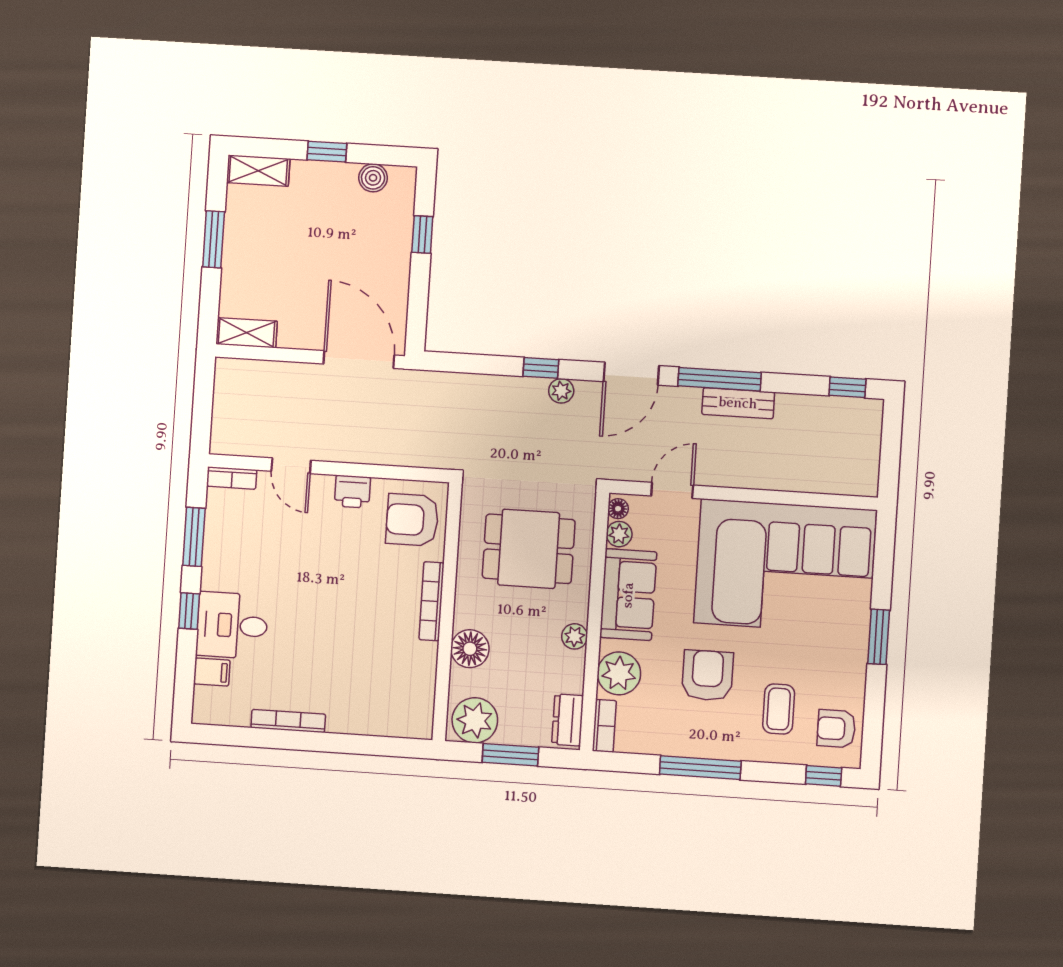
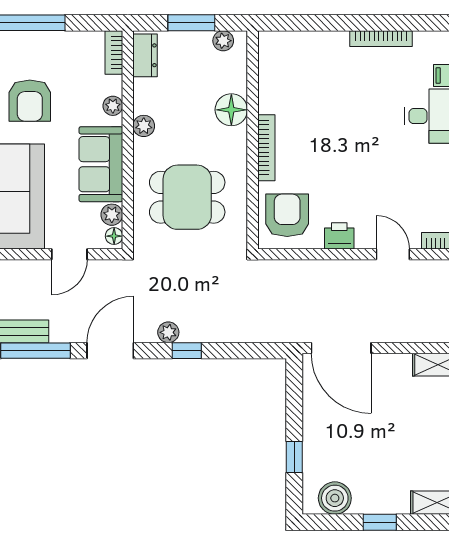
boiler: (373, 178) -> (335, 498), width x1.36, depth x1.36
armchair: (412, 520) -> (287, 215), turned -90
plant: (619, 673) -> (113, 106), width x0.53, depth x0.53
plant: (475, 720) -> (223, 41), width x0.53, depth x0.53

